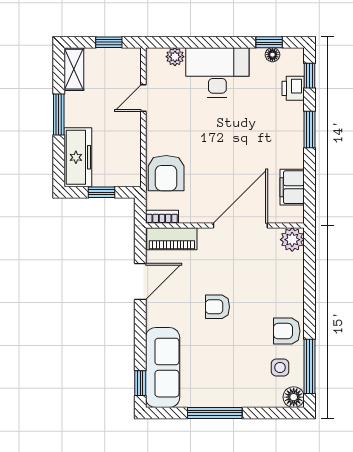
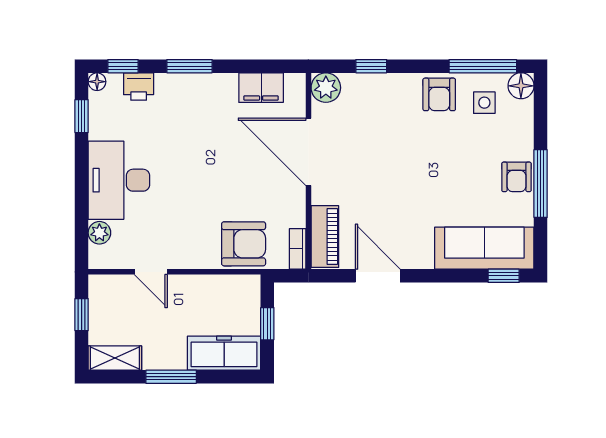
floor lamp: (272, 55) -> (97, 82), moved
window: (309, 276) -> (371, 66), added
armchair: (217, 307) -> (516, 177), moved

